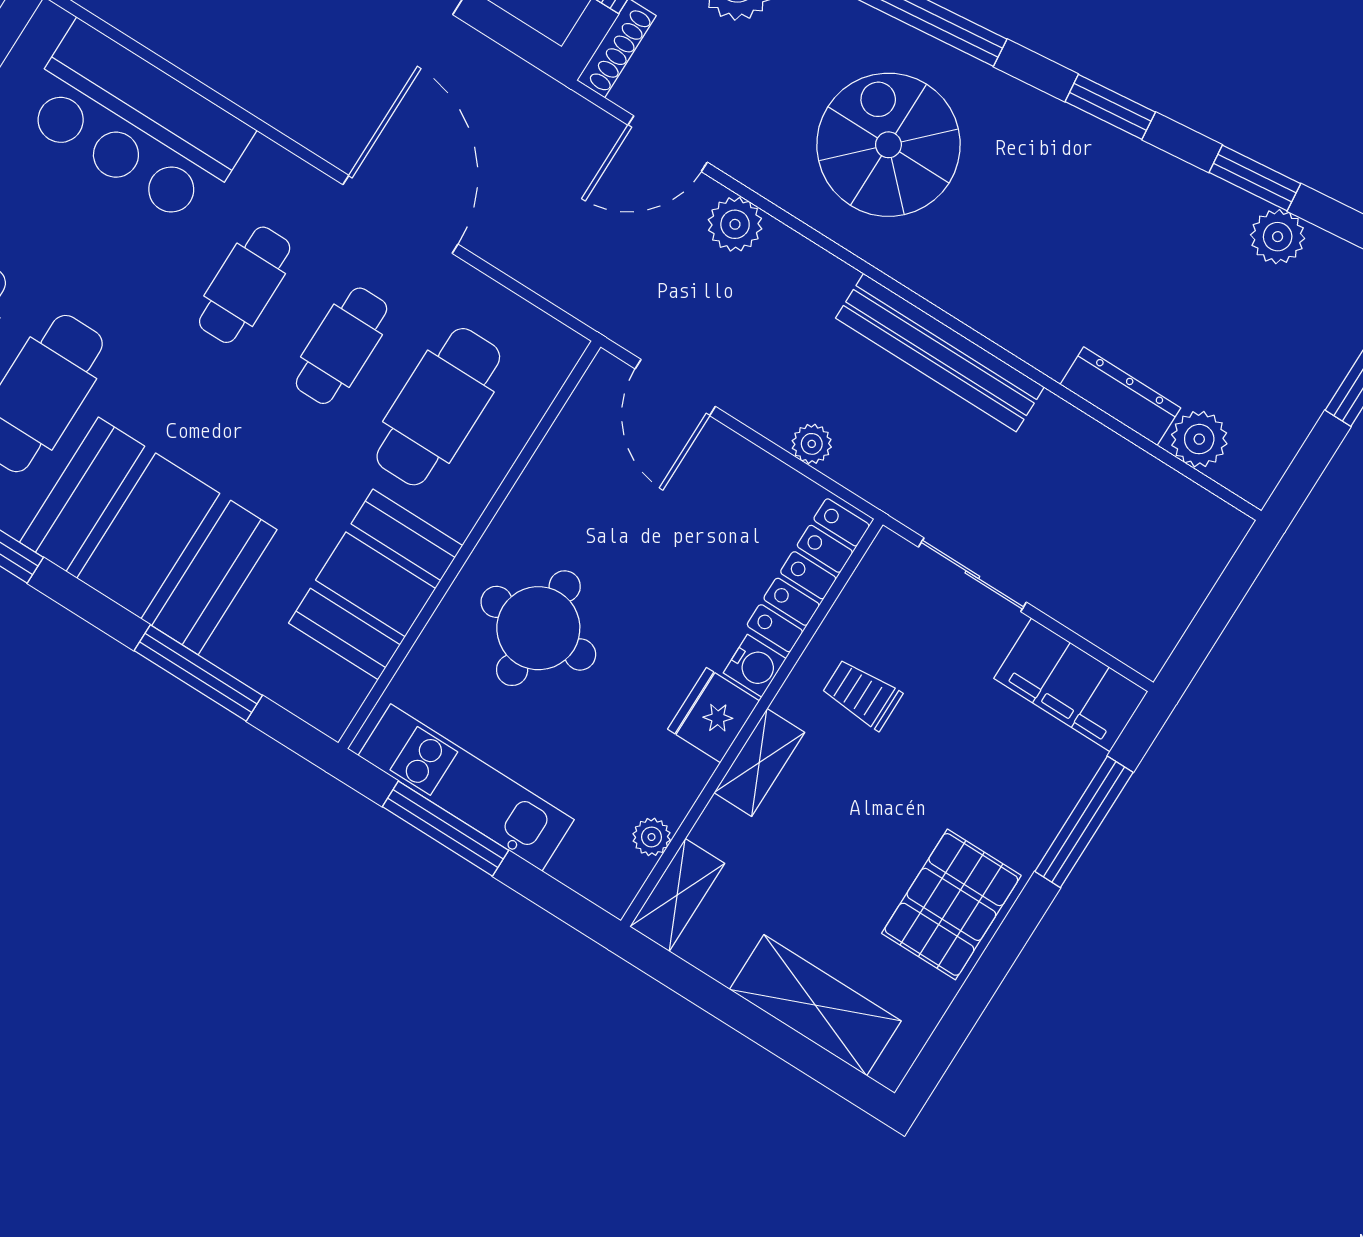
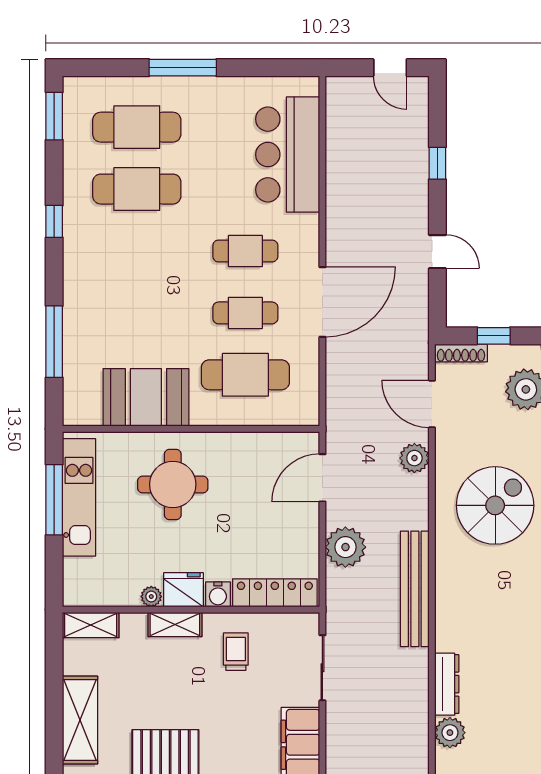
plant: (812, 444) -> (345, 547), width x1.87, depth x1.87
booth: (148, 536) -> (103, 279), removed
plant: (652, 837) -> (151, 597), moved

